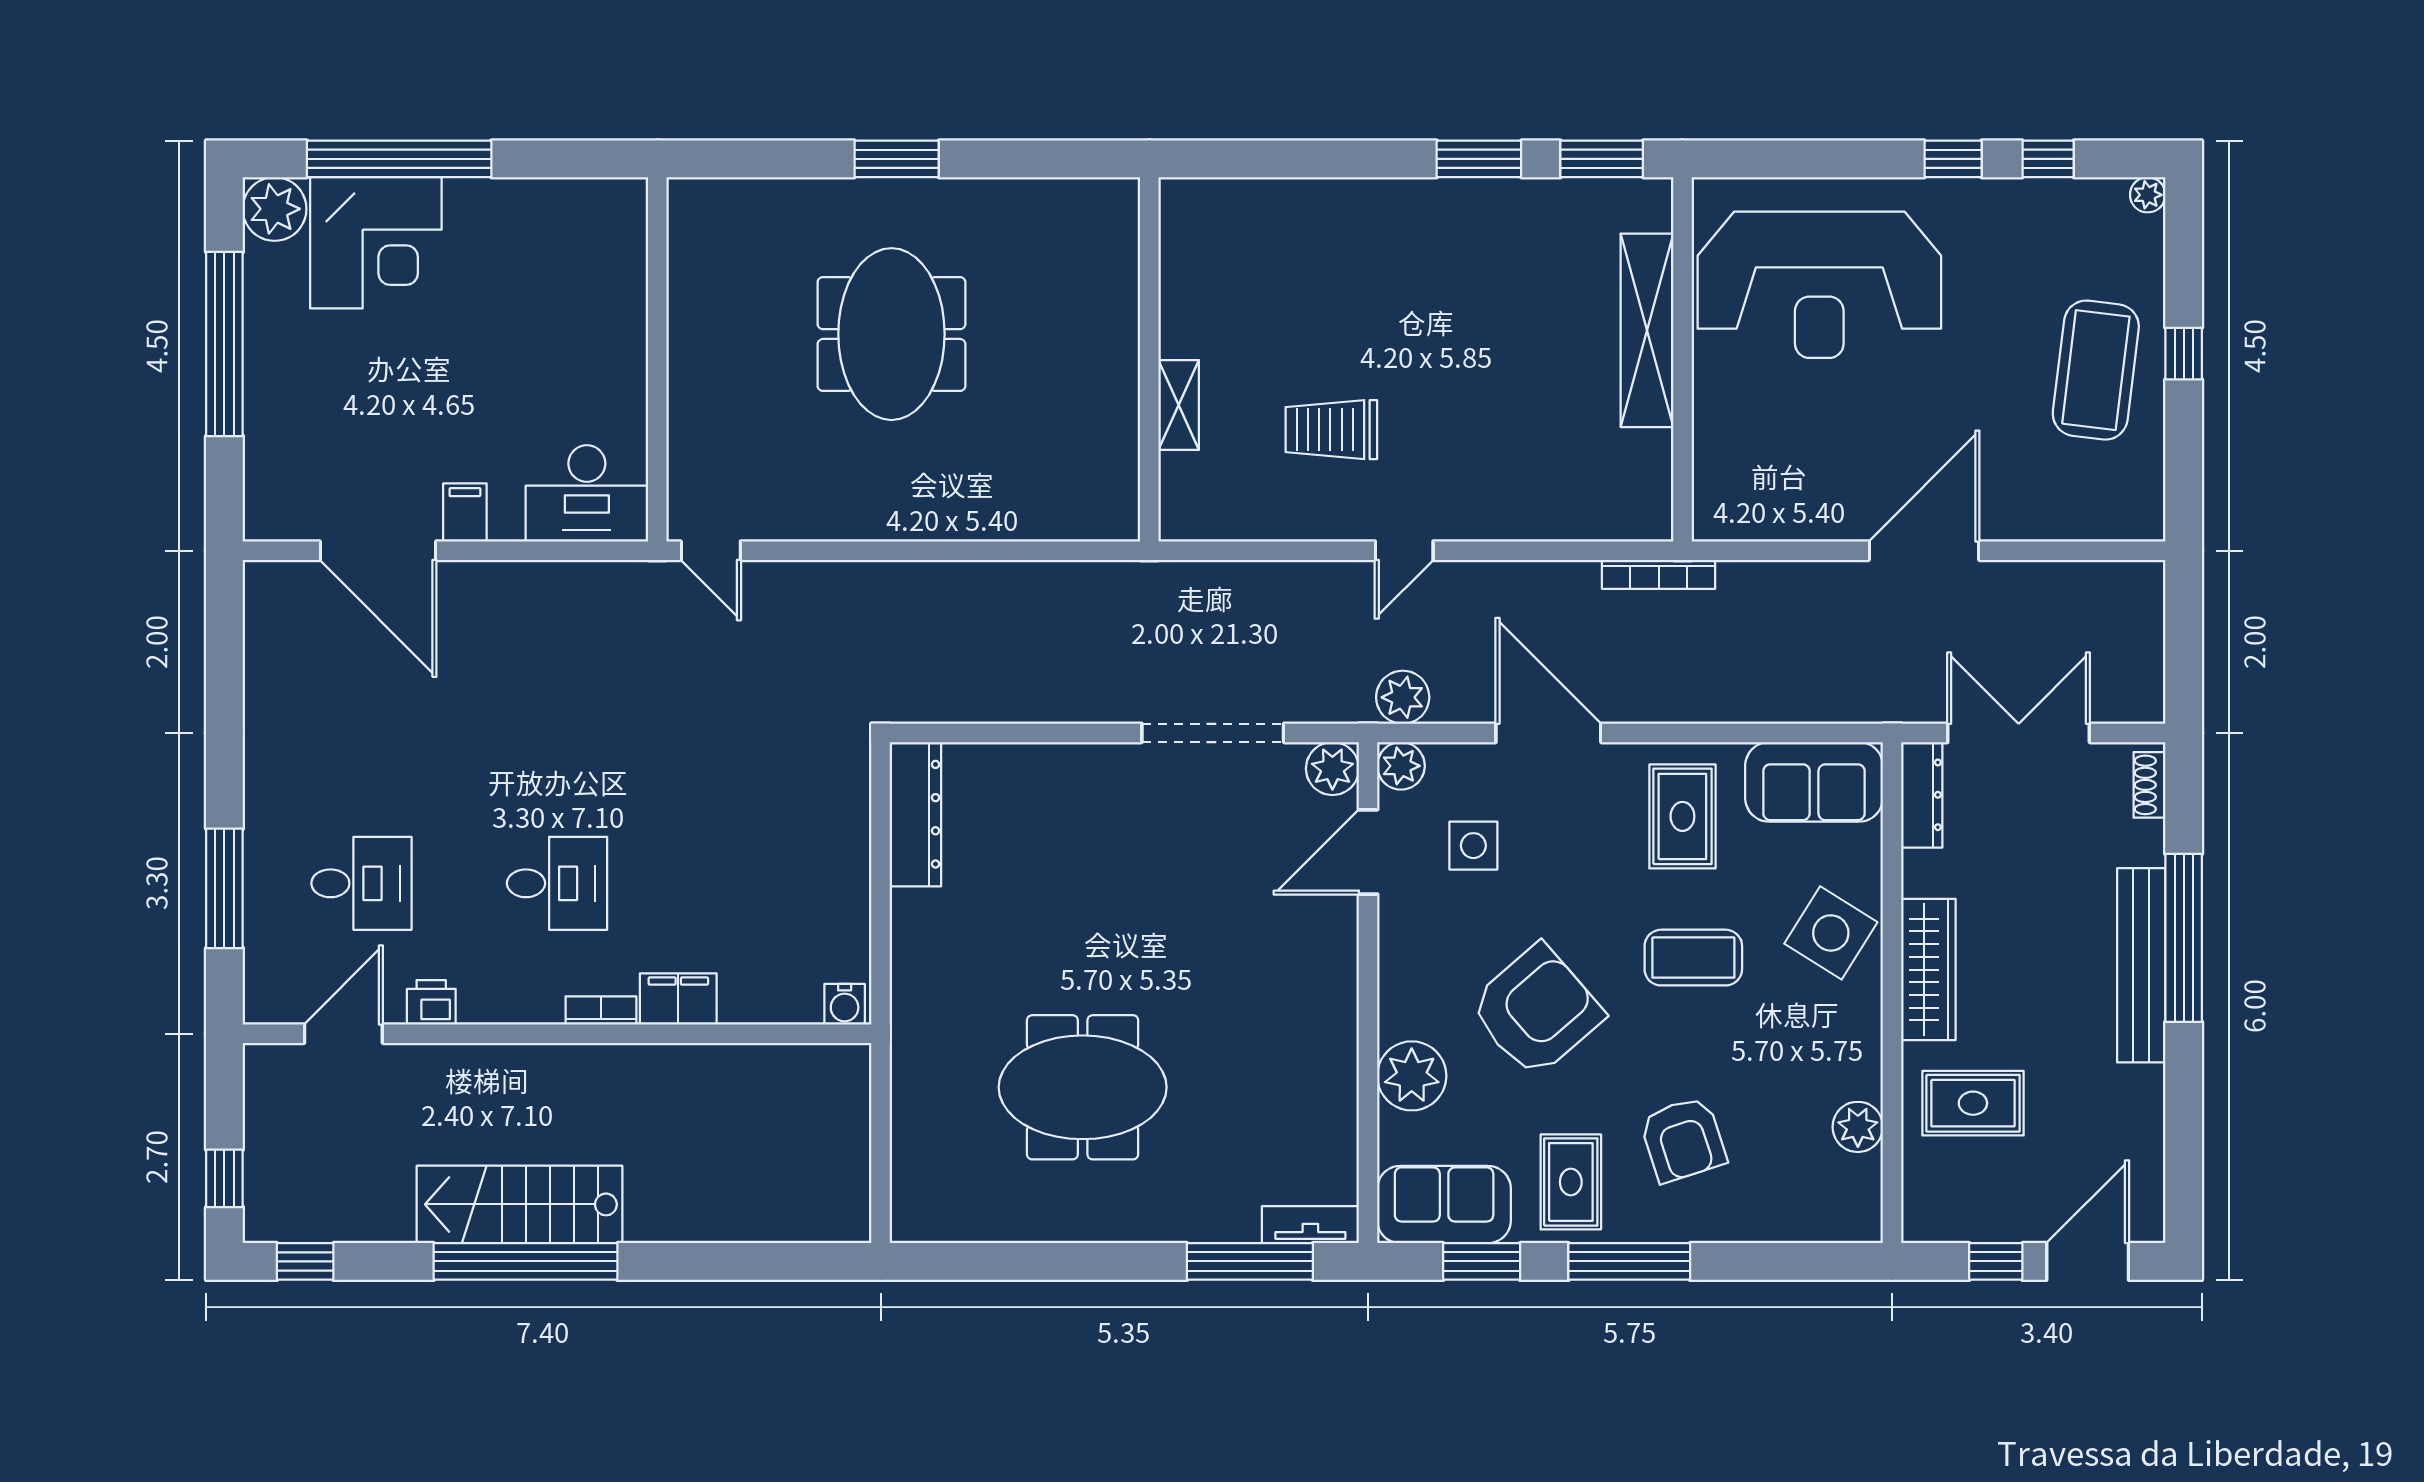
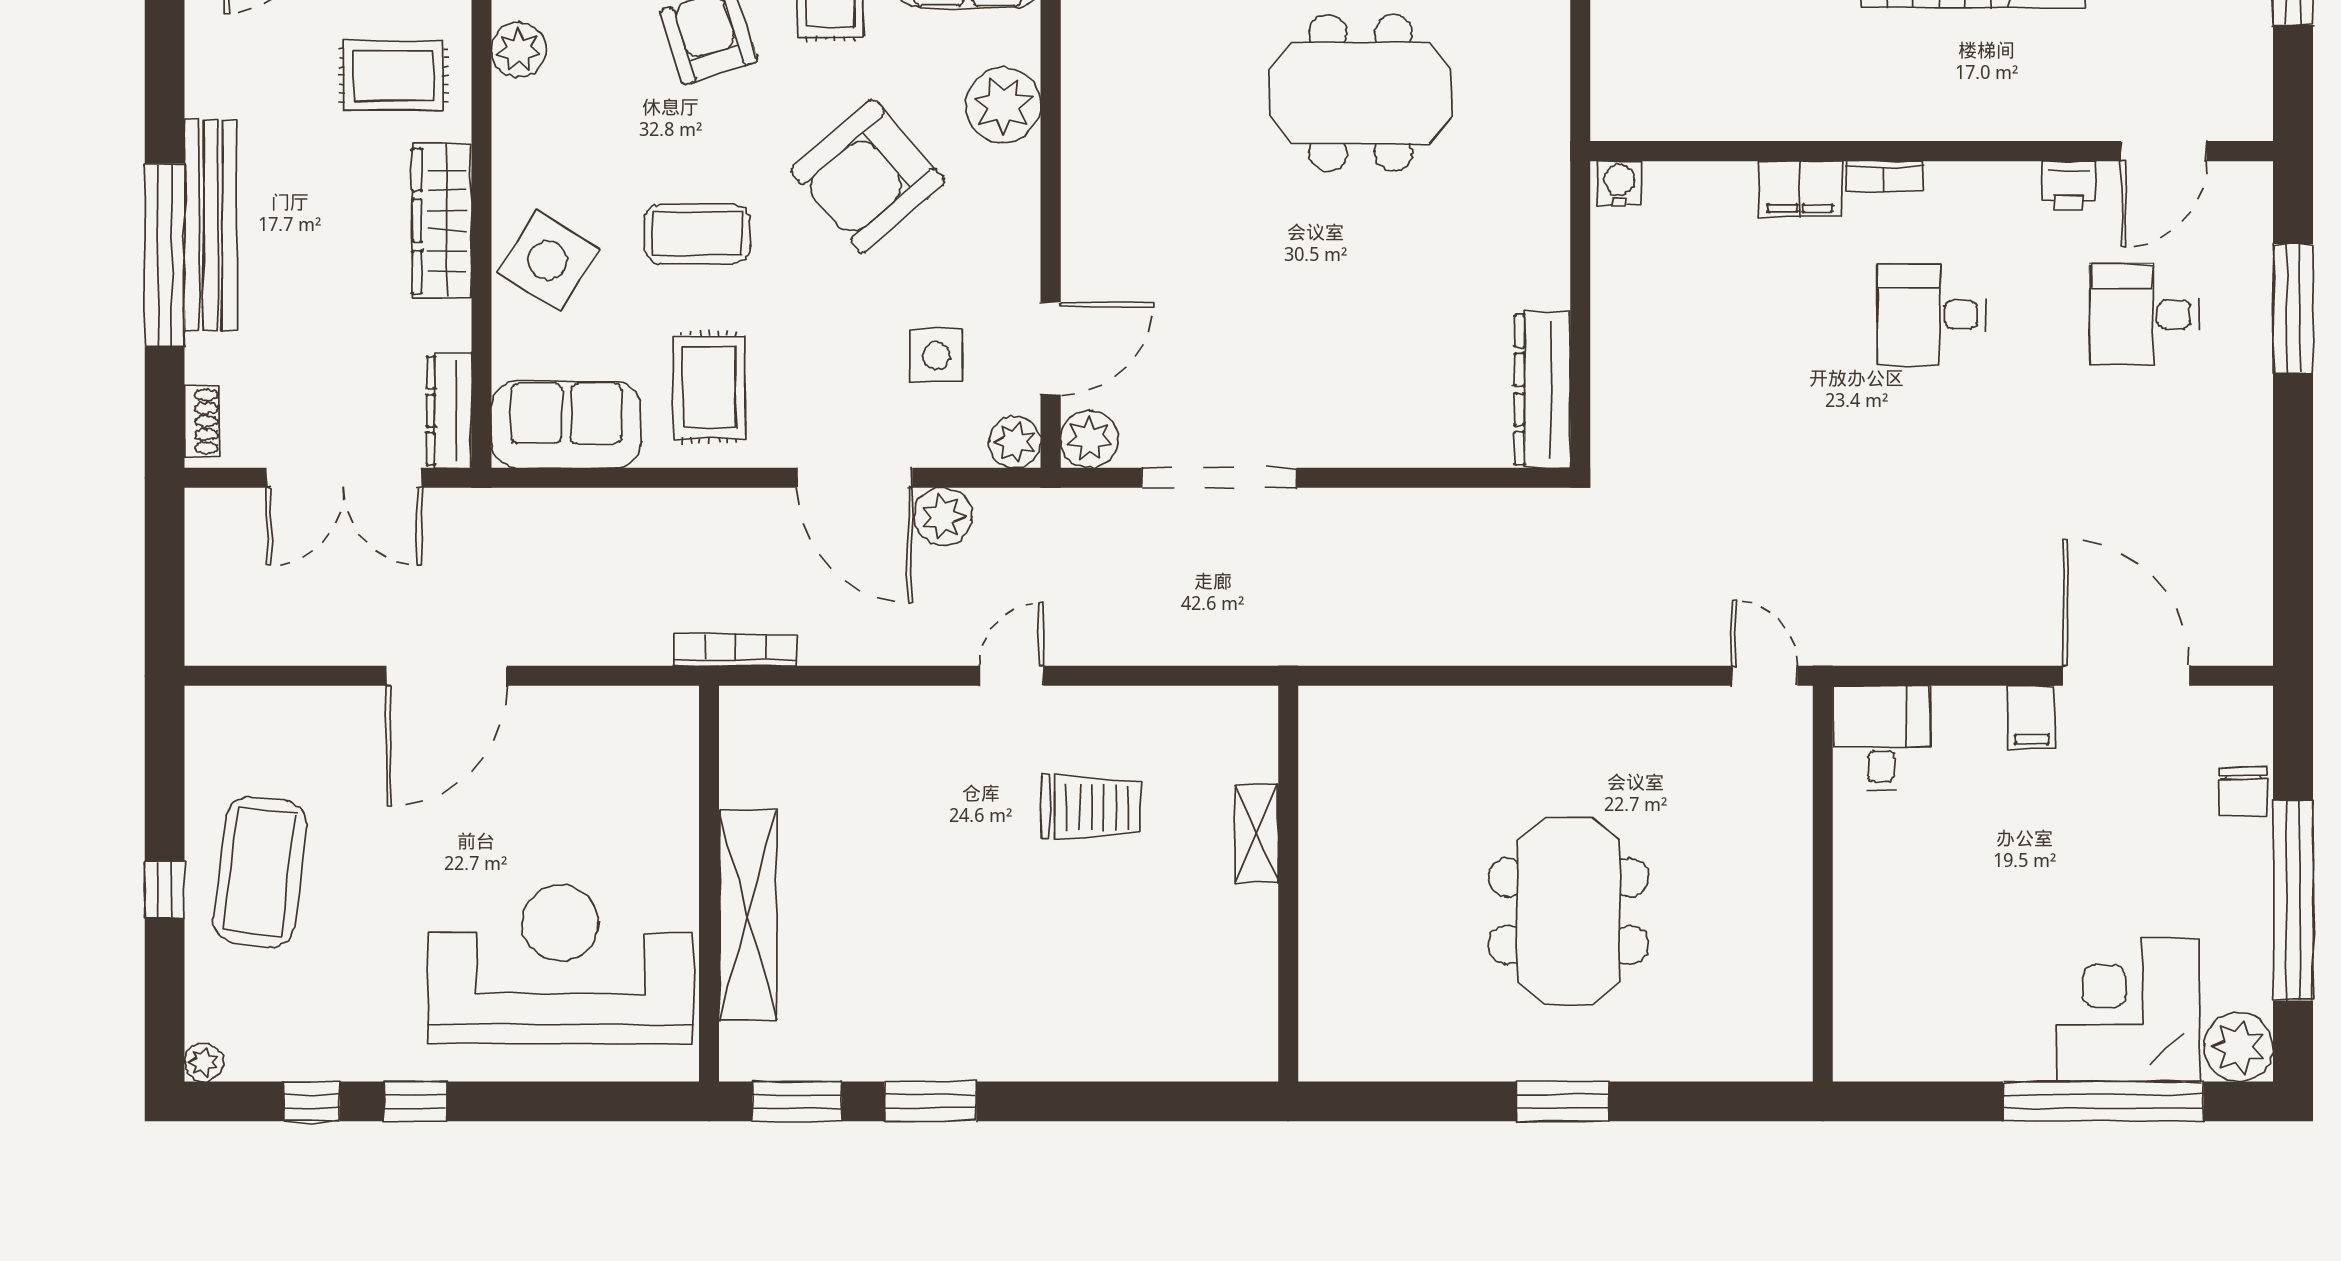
chair: (270, 444) -> (2243, 792), added
desk: (587, 493) -> (1881, 738), width x0.73
plant: (1403, 697) -> (943, 517), moved

